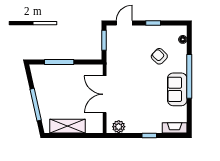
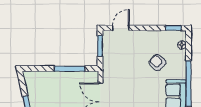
window: (153, 23) -> (173, 28), moved
window: (59, 62) -> (70, 69), moved

